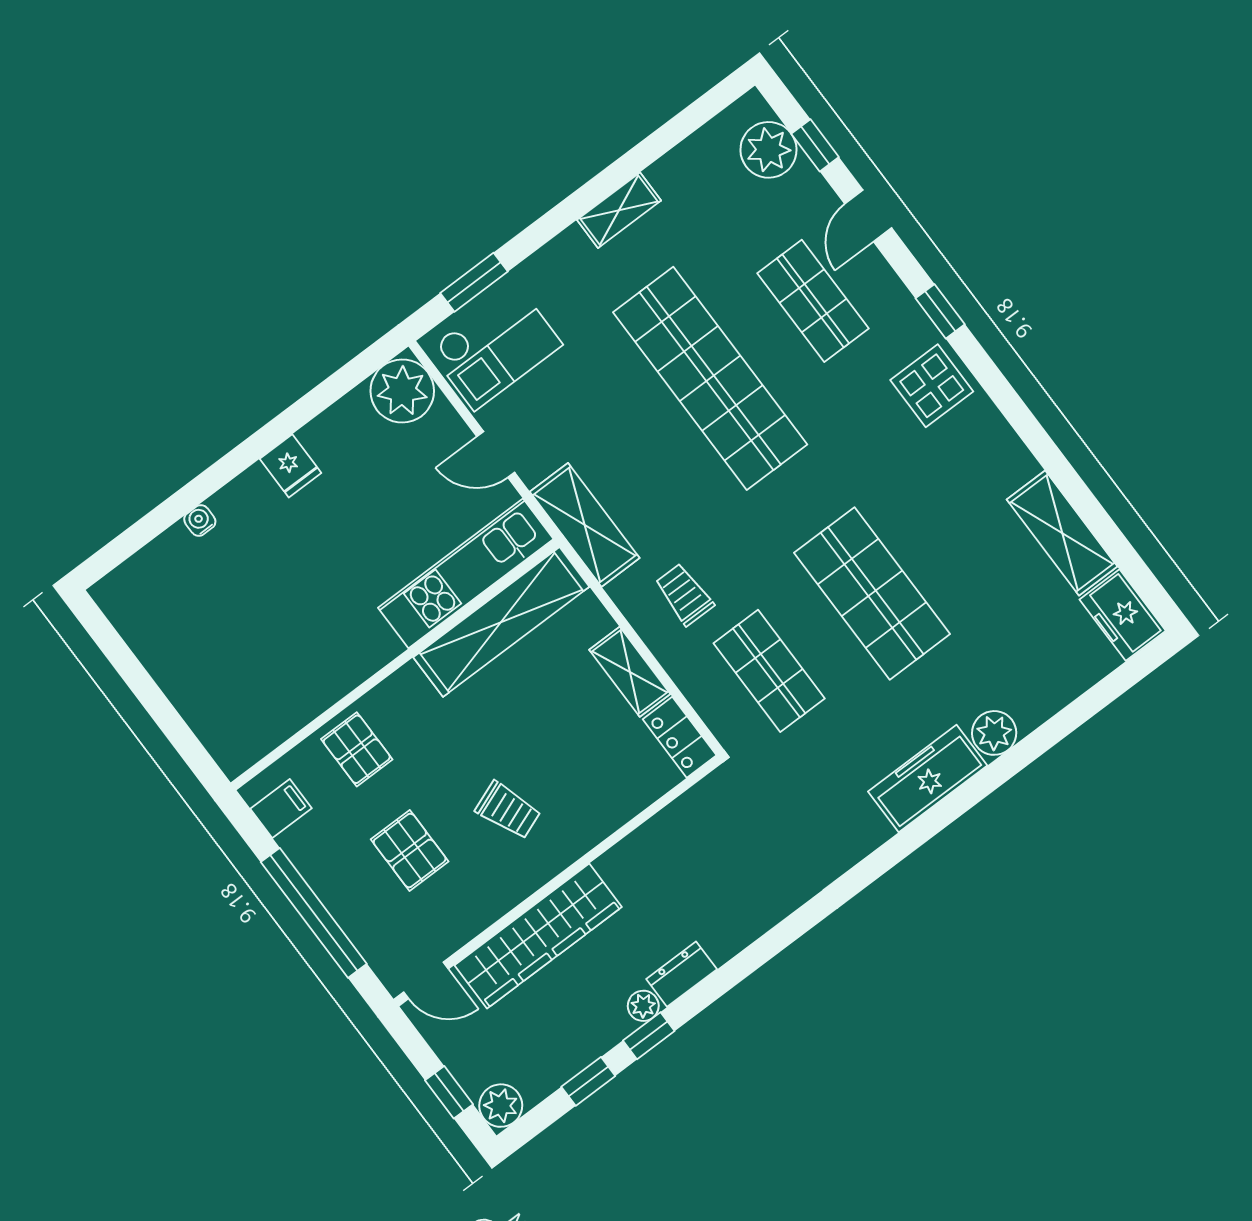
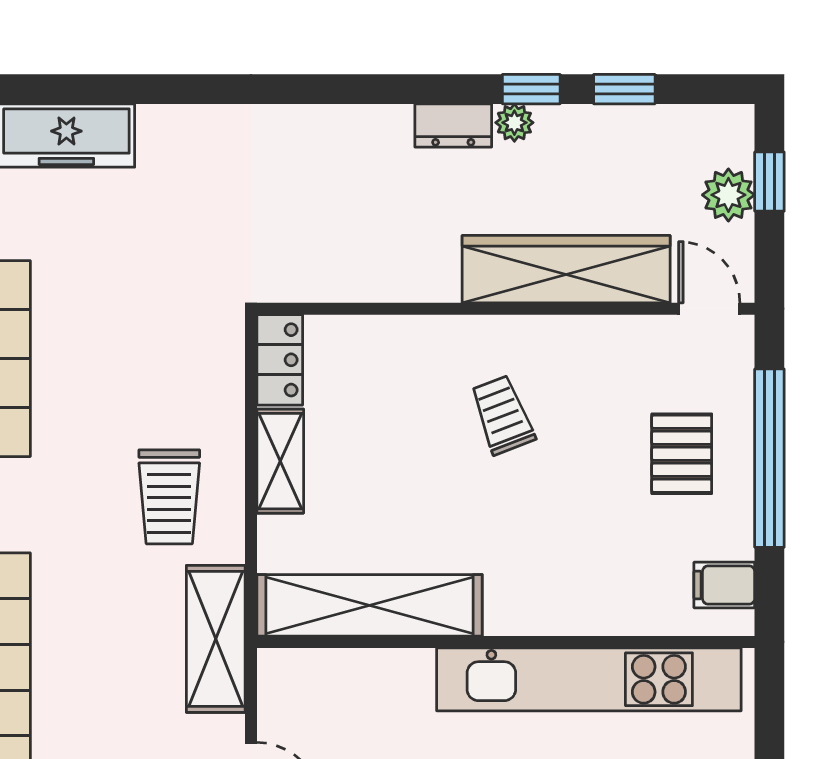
kitchen unit: (466, 573) -> (589, 679), moved, width x1.36
trolley: (684, 594) -> (169, 497), width x1.36, depth x1.39
shop shelf: (769, 671) -> (142, 359), removed
pallet: (357, 749) -> (606, 587), removed
pallet: (410, 850) -> (682, 454), moved
plant: (501, 1106) -> (728, 195), moved

